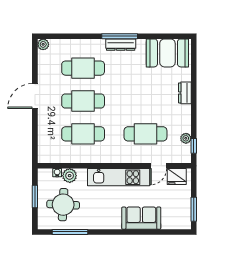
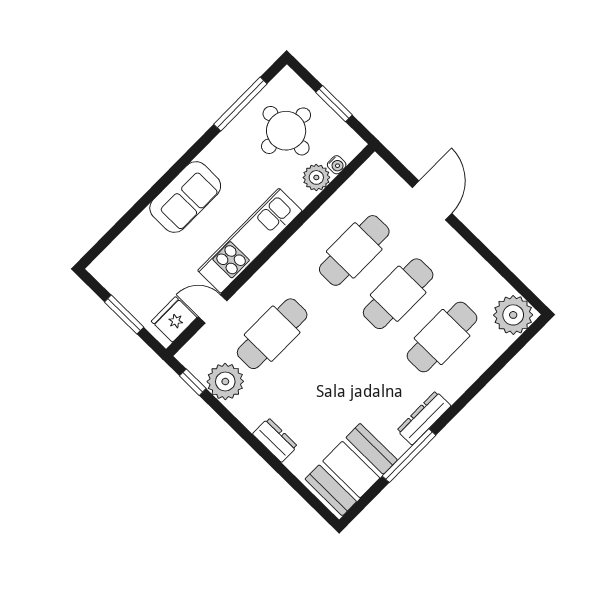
window: (120, 36) -> (409, 456), moved
plant: (43, 44) -> (513, 315), width x1.88, depth x1.88
door: (35, 96) -> (432, 200), moved
plant: (186, 138) -> (225, 381), width x1.88, depth x1.88
door: (158, 166) -> (213, 309), hinge flipped
window: (194, 209) -> (124, 315), moved
sofa: (141, 218) -> (185, 197), moved

